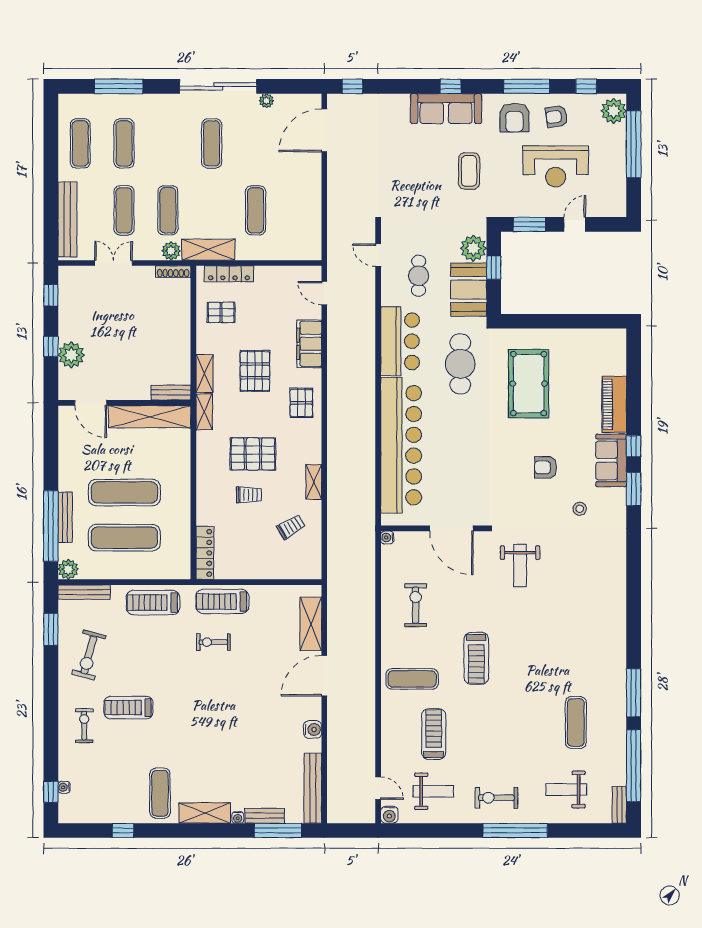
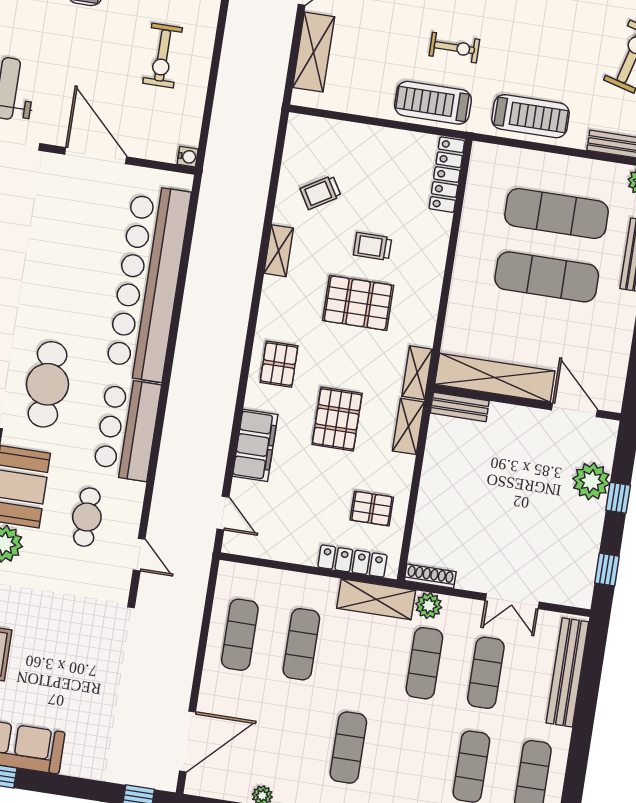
exercise mat: (299, 210) -> (240, 635), added
treadmill: (222, 601) -> (433, 103), turned 180

